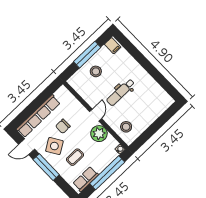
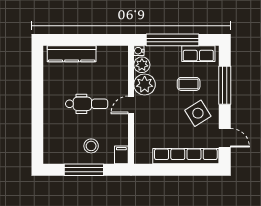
filing cabinet: (113, 46) -> (121, 155), moved
kitchen counter: (155, 112) -> (72, 54), added
chair: (63, 126) -> (172, 124), removed
stool: (126, 127) -> (113, 66), removed
plant: (111, 143) -> (142, 65), added
window: (46, 167) -> (225, 85), moved

